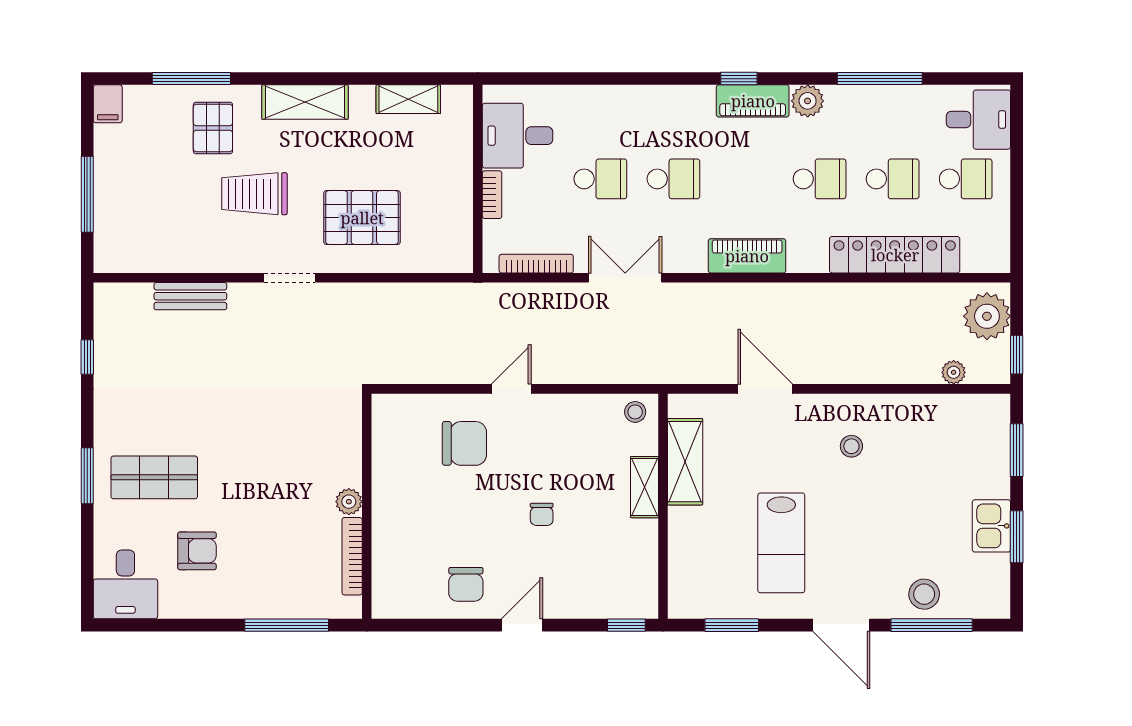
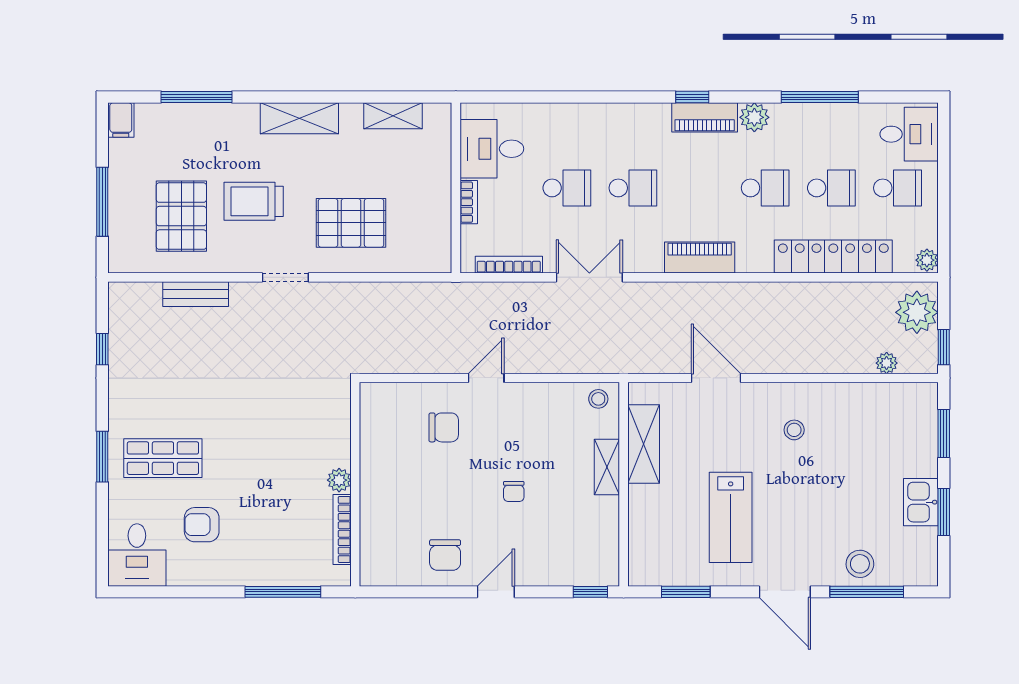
pallet: (213, 128) -> (181, 216), moved, width x1.50, depth x1.42
plant: (998, 259) -> (927, 260), added
chair: (464, 443) -> (444, 427), width x0.73, depth x0.73
armchair: (197, 551) -> (202, 525), turned 180

